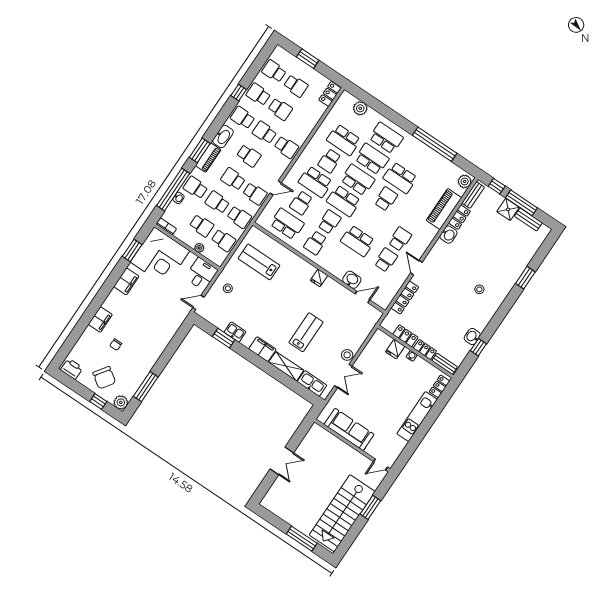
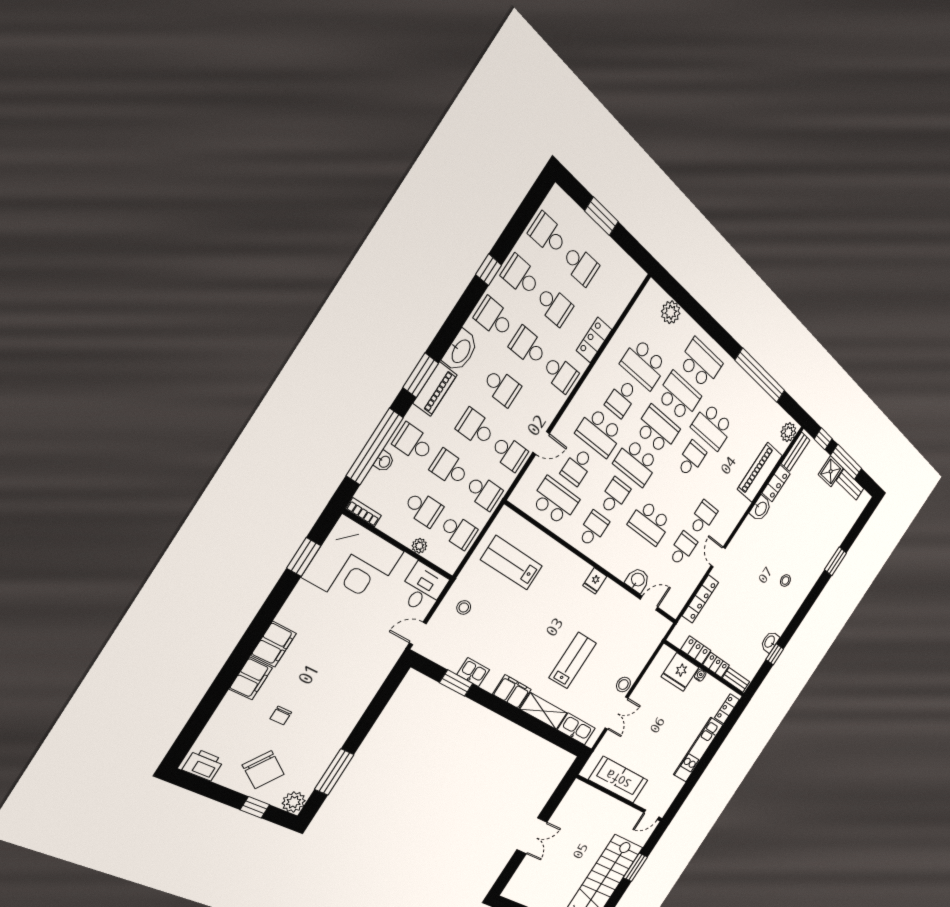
locker: (330, 94) -> (594, 340), moved
school desk: (315, 243) -> (593, 529), turned 180
filing cabinet: (126, 281) -> (274, 644), moved
fridge: (395, 349) -> (680, 672), width x1.88, depth x1.34

